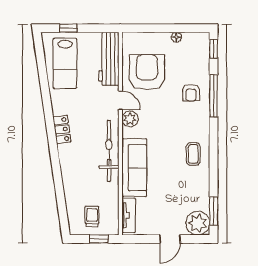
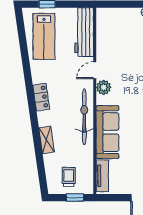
armchair: (147, 72) -> (119, 44), removed
door: (120, 100) -> (95, 70), swing flipped
shelving: (68, 176) -> (47, 140), added

